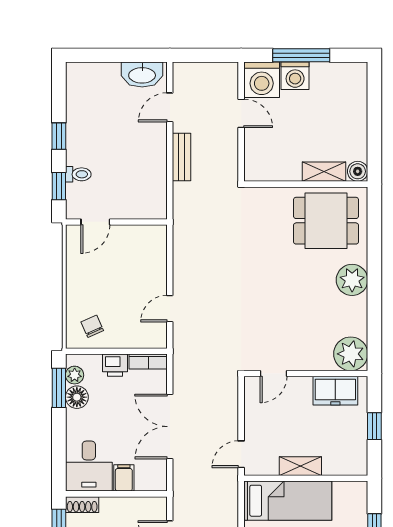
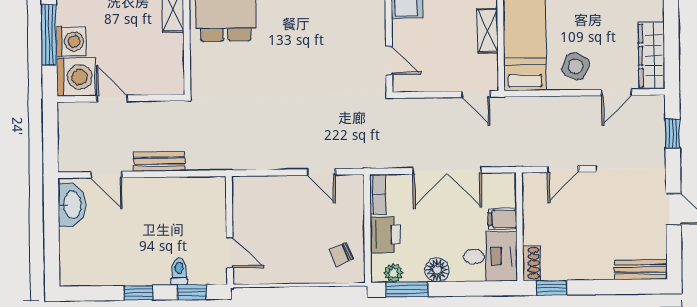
door: (241, 113) -> (112, 99), hinge flipped
printer: (115, 365) -> (385, 235), width x1.36, depth x1.24
floor lamp: (77, 397) -> (437, 270), moved

